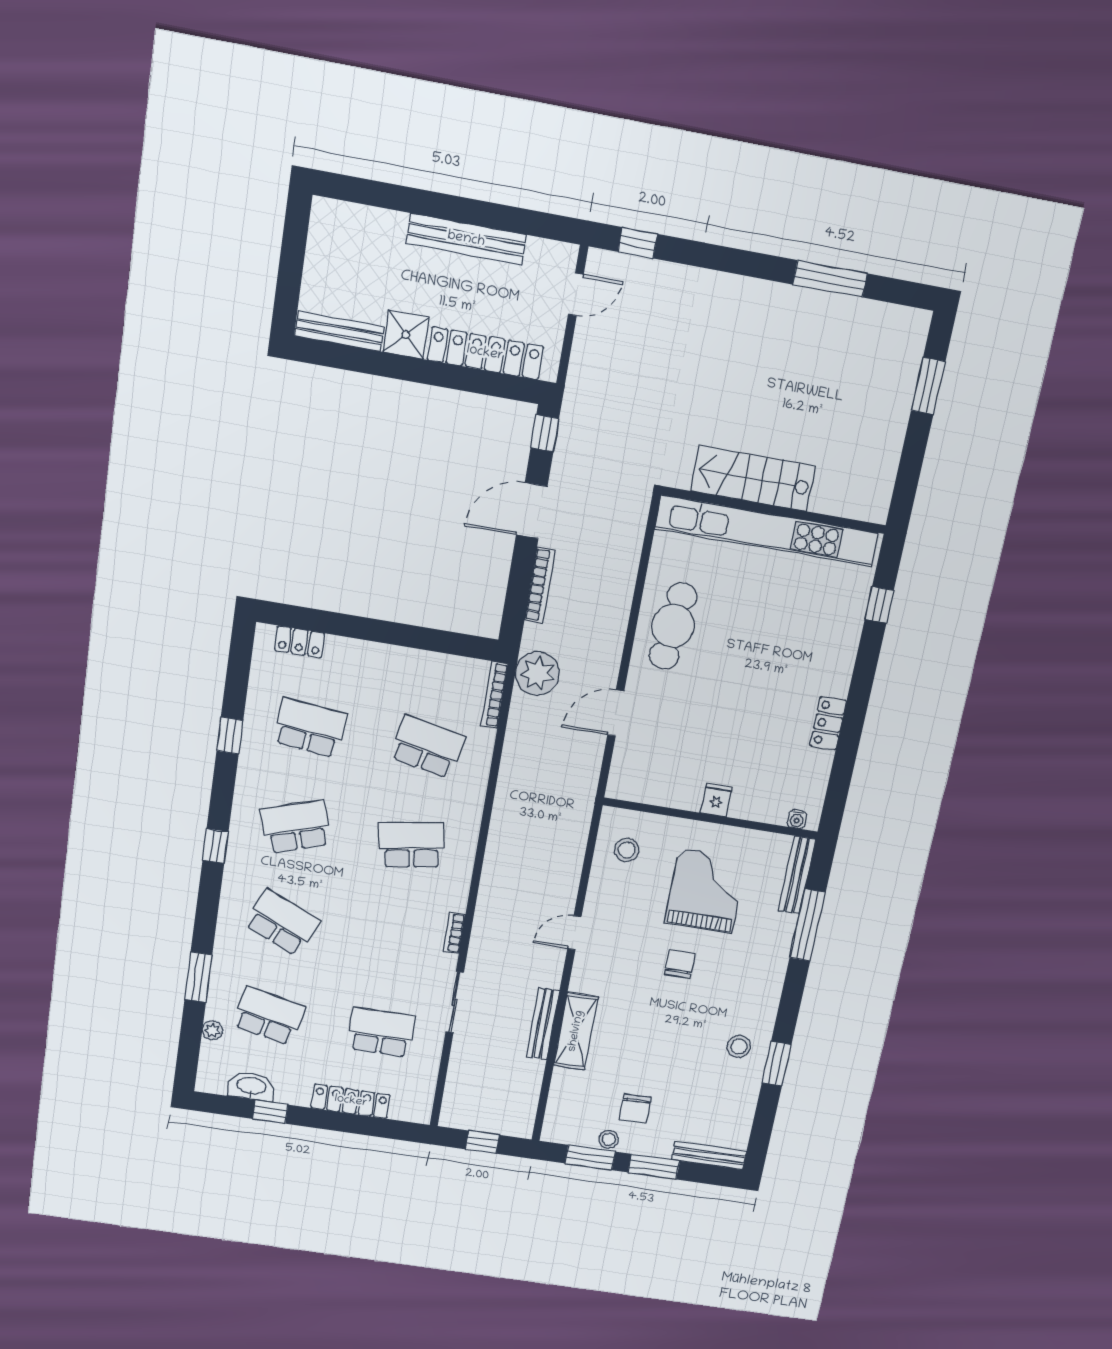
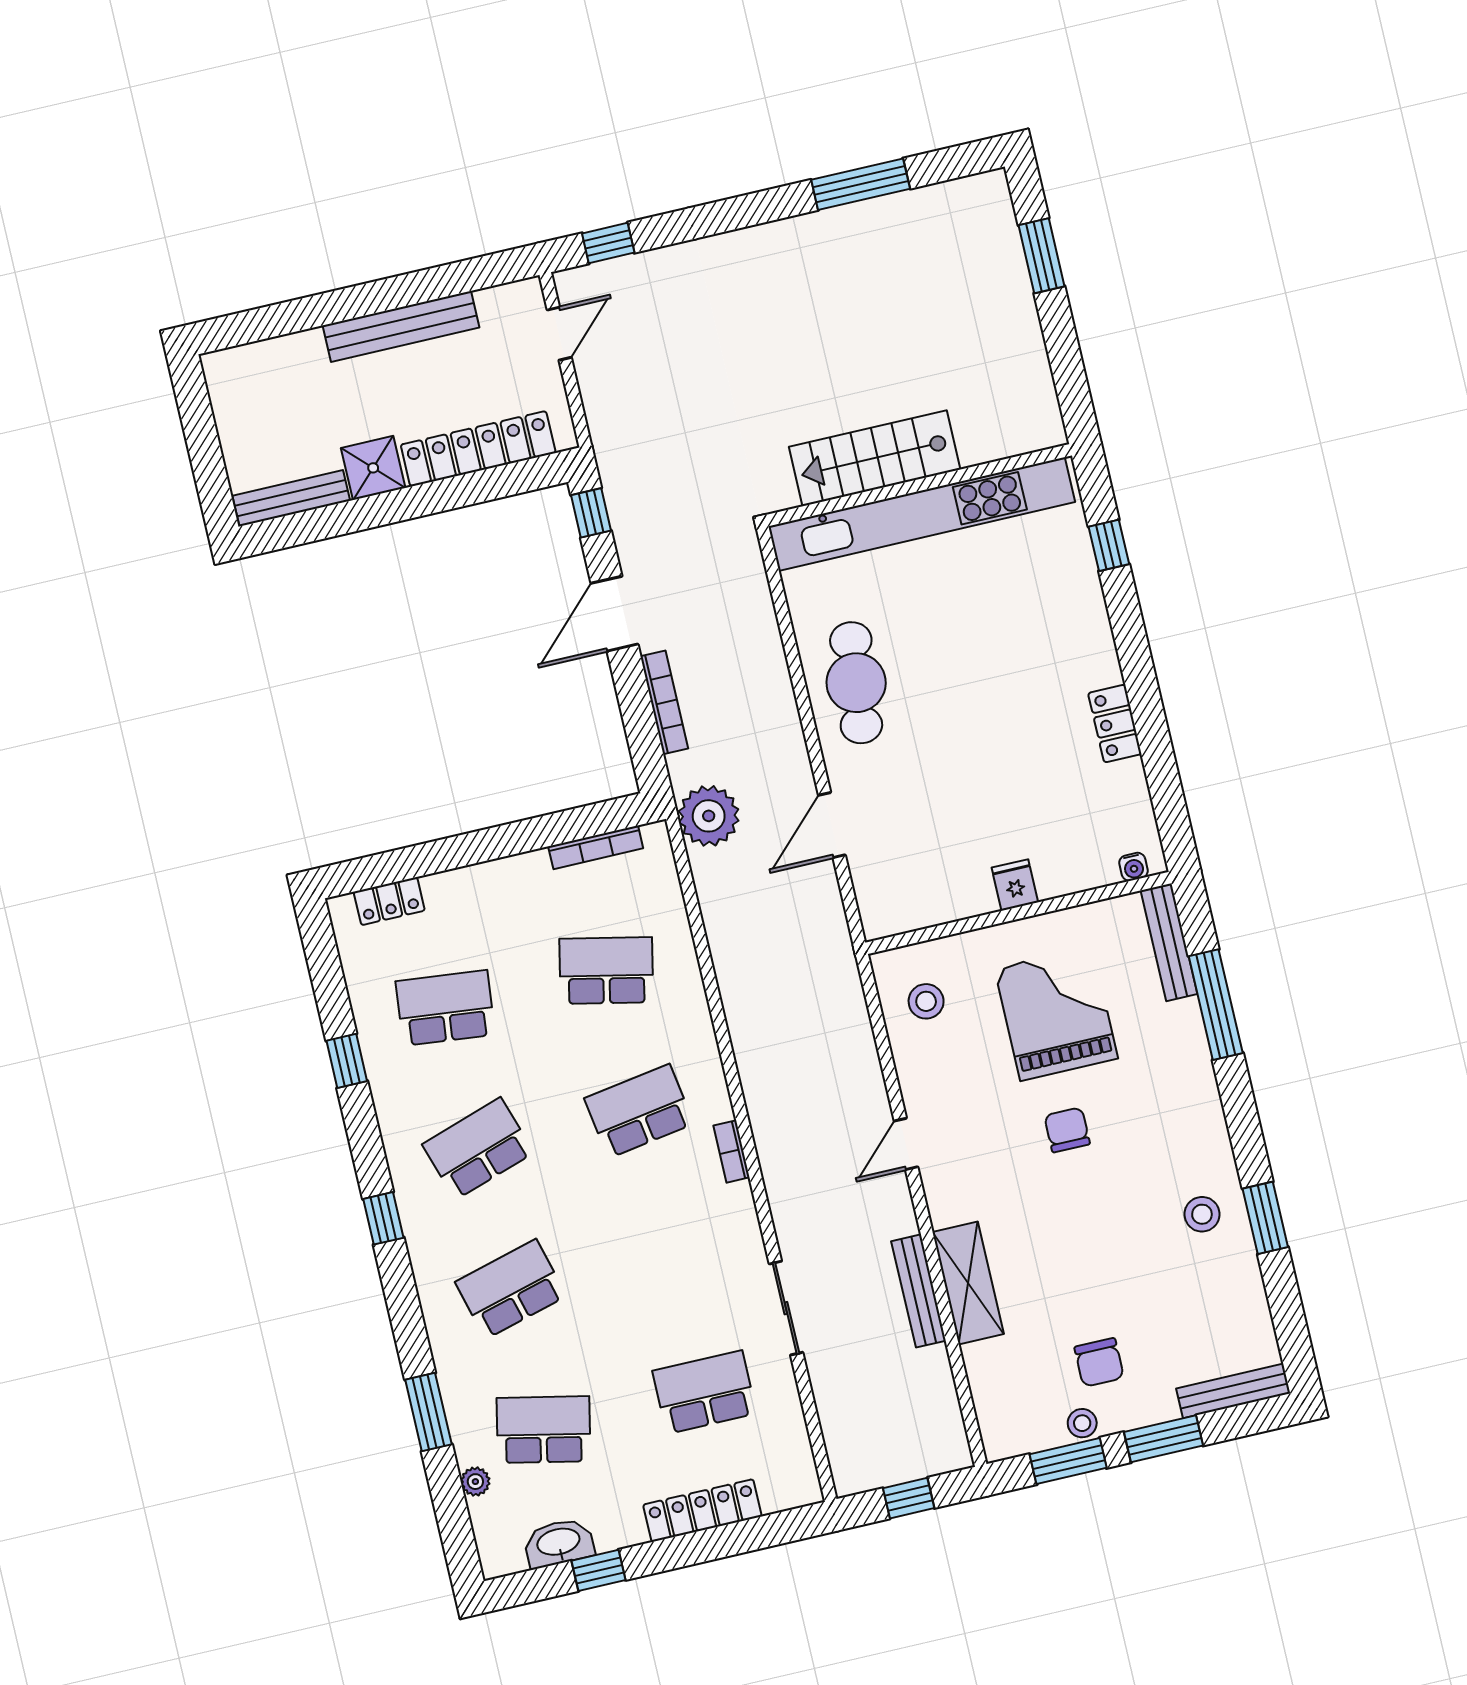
bookcase: (495, 695) -> (596, 847), moved, turned -90
school desk: (282, 923) -> (511, 1289), turned -39
bookcase: (454, 933) -> (732, 1151), moved

